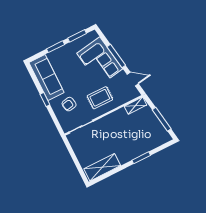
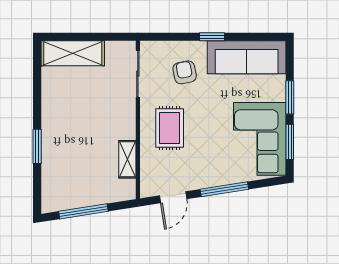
corner sofa: (100, 61) -> (260, 139), moved, turned -81
shelving: (135, 106) -> (127, 159), moved
shelving: (102, 167) -> (73, 53), moved, turned 90

